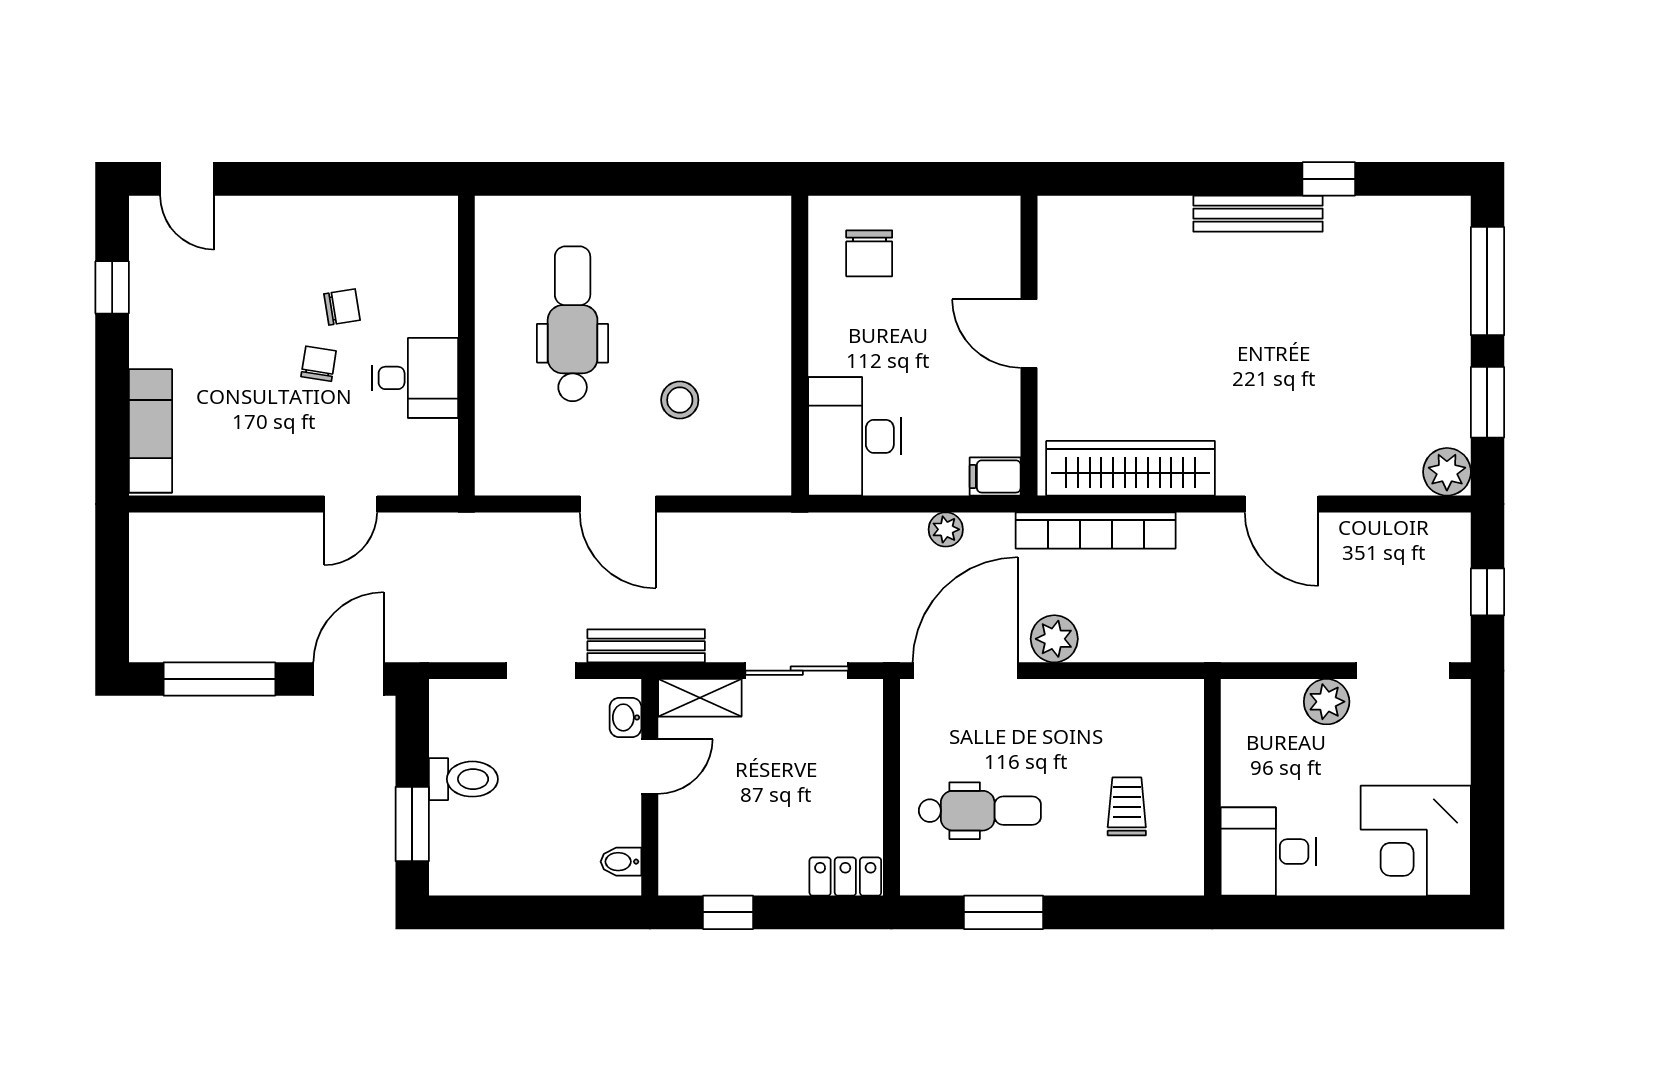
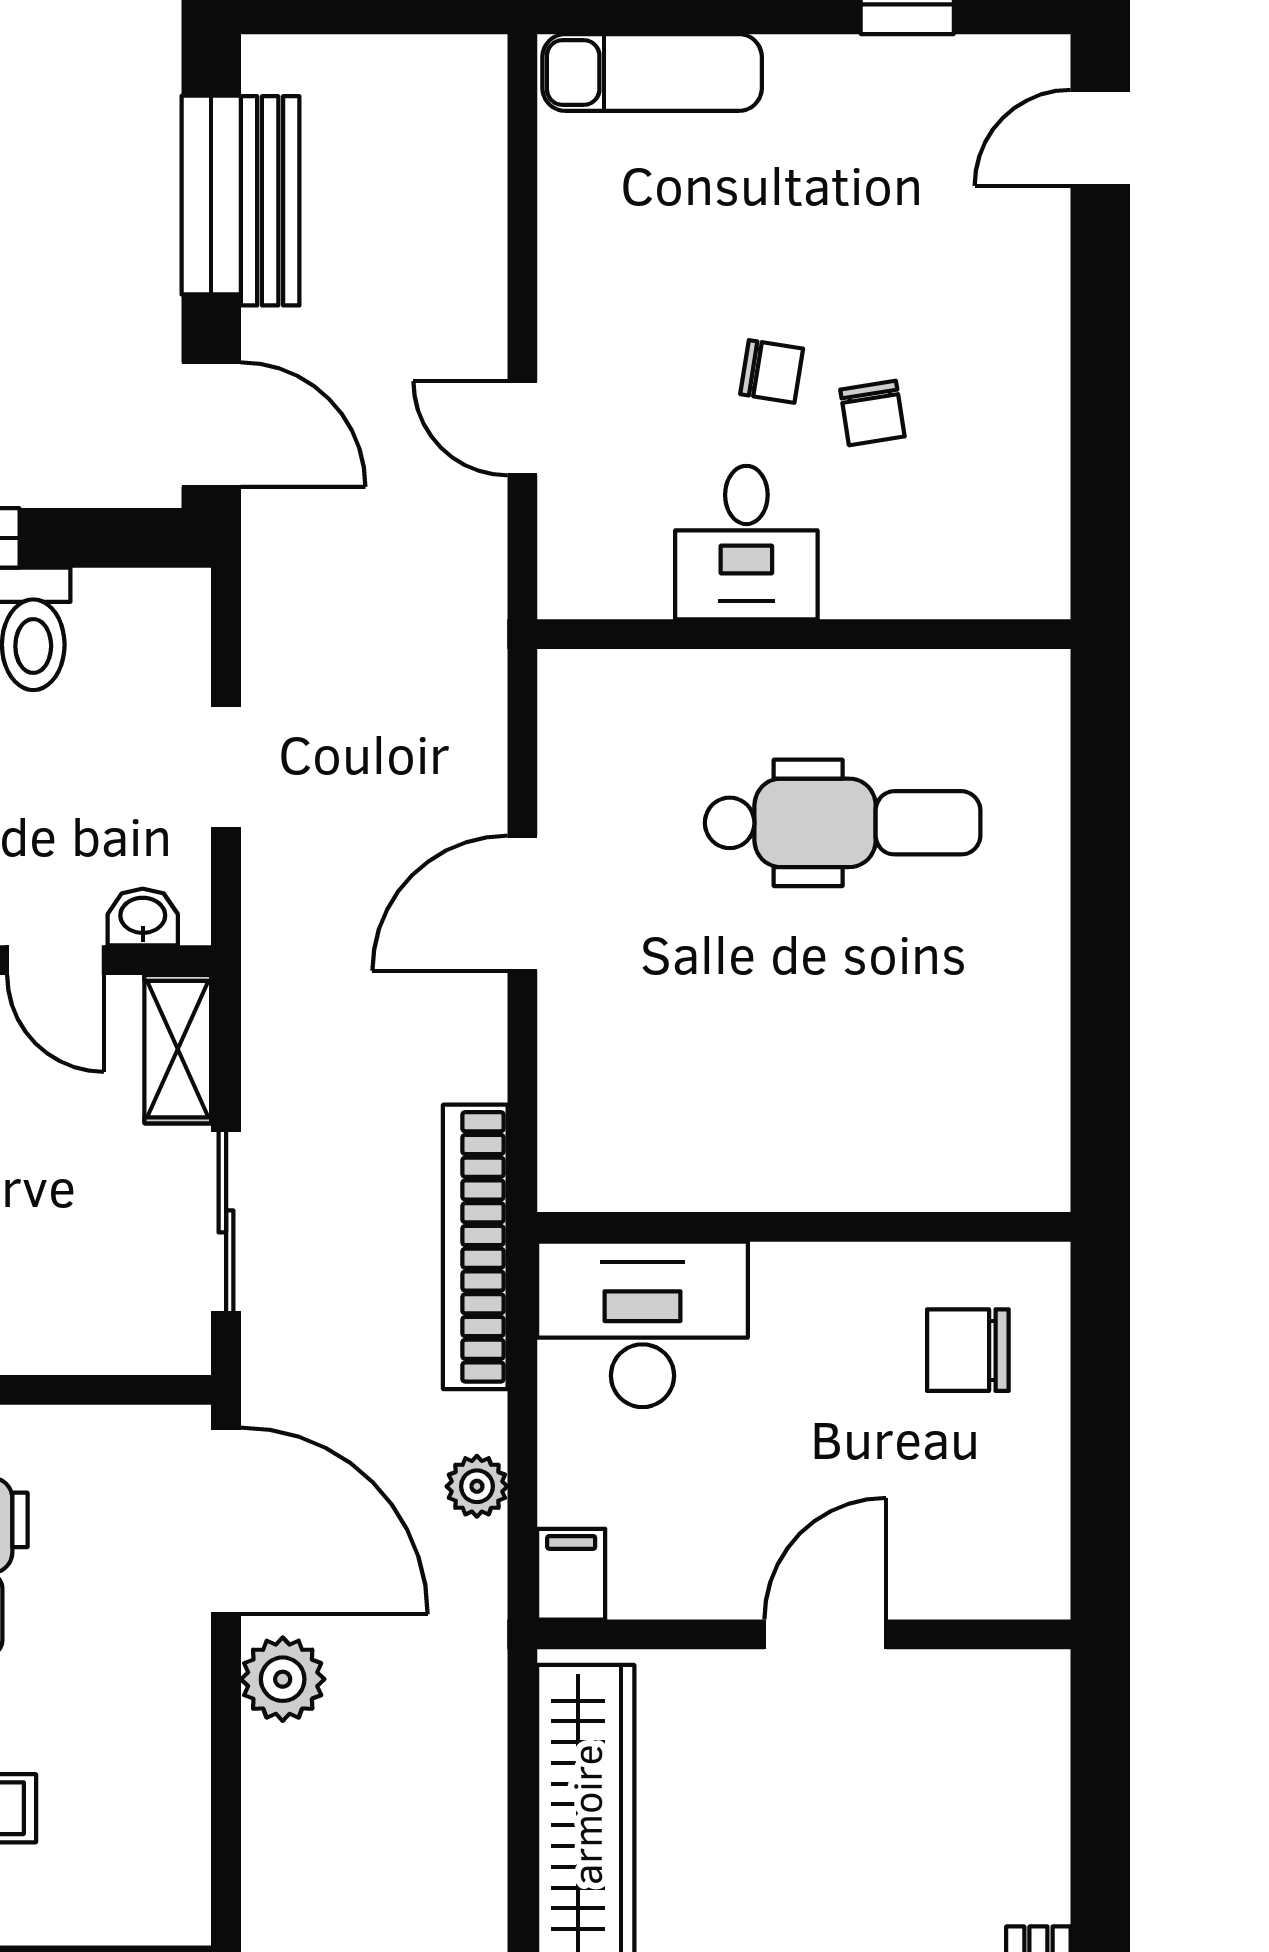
stool: (680, 400) -> (707, 1013), removed
bookcase: (1096, 530) -> (475, 1247), moved
bench: (646, 646) -> (270, 201), moved

